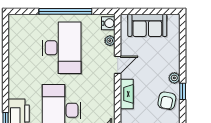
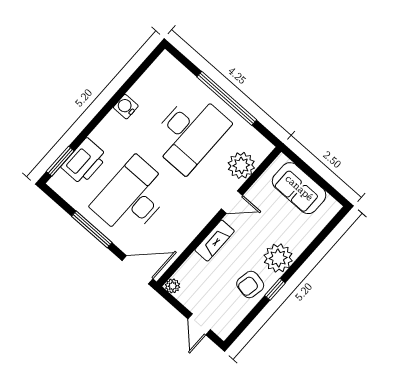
water cooler: (108, 23) -> (126, 107), moved, turned 180
plant: (110, 41) -> (241, 165), width x1.88, depth x1.88
plant: (174, 78) -> (278, 258), width x1.88, depth x1.88

